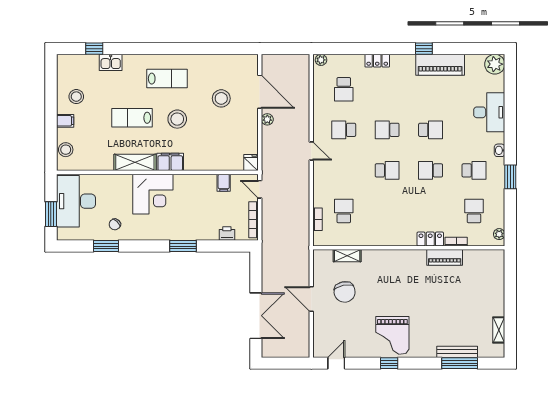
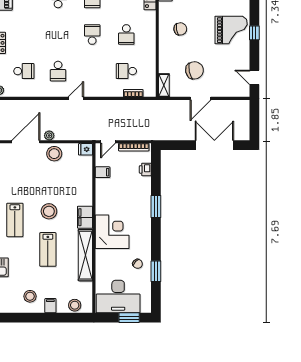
lab bench: (167, 79) -> (15, 220), turned 180
stool: (221, 98) -> (54, 154), moved
school desk: (387, 130) -> (126, 35), moved
shelving: (135, 162) -> (85, 255), width x1.47
shelving: (347, 256) -> (164, 85), moved
chair: (394, 275) -> (180, 29), added

